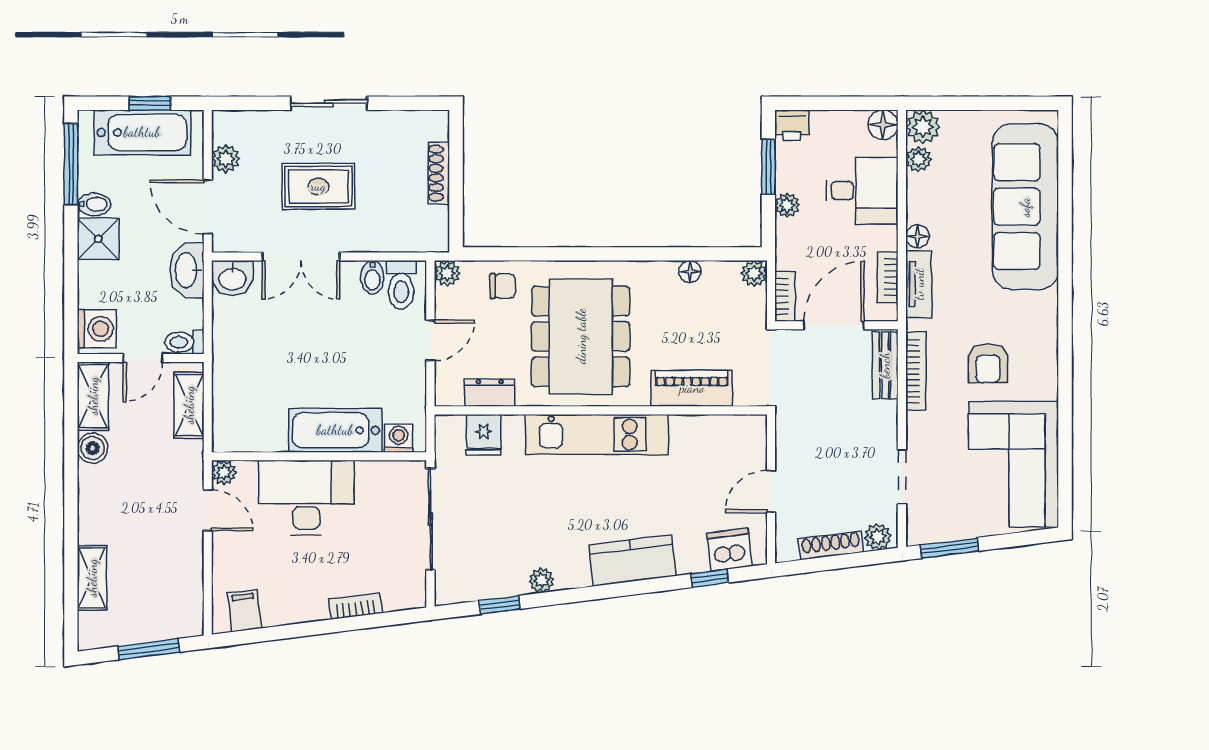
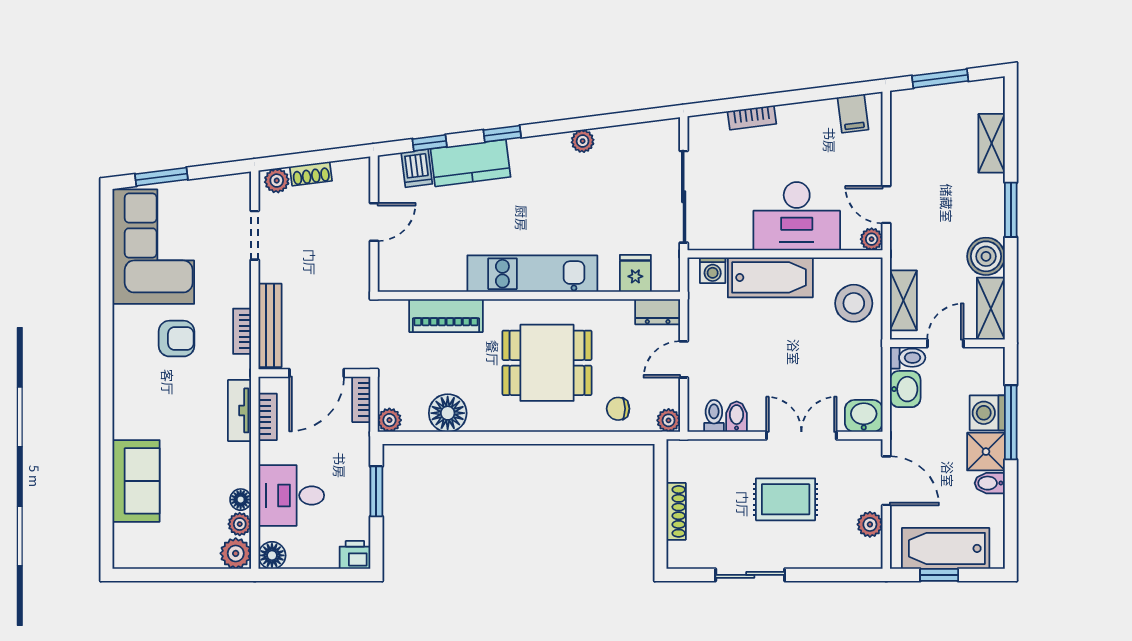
sliding door: (329, 103) -> (750, 575), moved
window: (71, 164) -> (1011, 422), moved
window: (768, 167) -> (376, 491), moved
plant: (787, 205) -> (359, 482), removed
sofa: (1025, 207) -> (136, 481), width x0.54, depth x0.79
floor lamp: (918, 236) -> (241, 500), moved
washbasin: (187, 270) -> (905, 389), moved, width x0.72
floor lamp: (690, 271) -> (448, 413), width x1.89, depth x1.89
toilet: (401, 285) -> (714, 416), width x0.73, depth x0.72
washing machine: (97, 329) -> (987, 413), moved
dining table: (581, 336) -> (547, 363), width x0.73
armchair: (988, 363) -> (176, 339), turned 90
bench: (885, 365) -> (270, 325), width x1.36
bookcase: (916, 371) -> (242, 331), width x0.64
dresser: (490, 393) -> (658, 312), moved
stool: (243, 402) -> (854, 303), added
boiler: (93, 448) -> (986, 256), width x1.36, depth x1.36
window: (71, 505) -> (1011, 210), added
shoe rack: (831, 546) -> (311, 174), width x0.70
window: (949, 548) -> (161, 177), moved
dishwasher: (730, 550) -> (417, 168), width x0.73
kitchen counter: (632, 560) -> (471, 163), moved
window: (499, 605) -> (502, 134), moved

